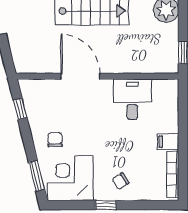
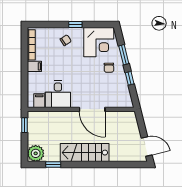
filing cabinet: (161, 90) -> (39, 101), added
window: (20, 109) -> (130, 78), moved
window: (37, 176) -> (124, 55), moved

